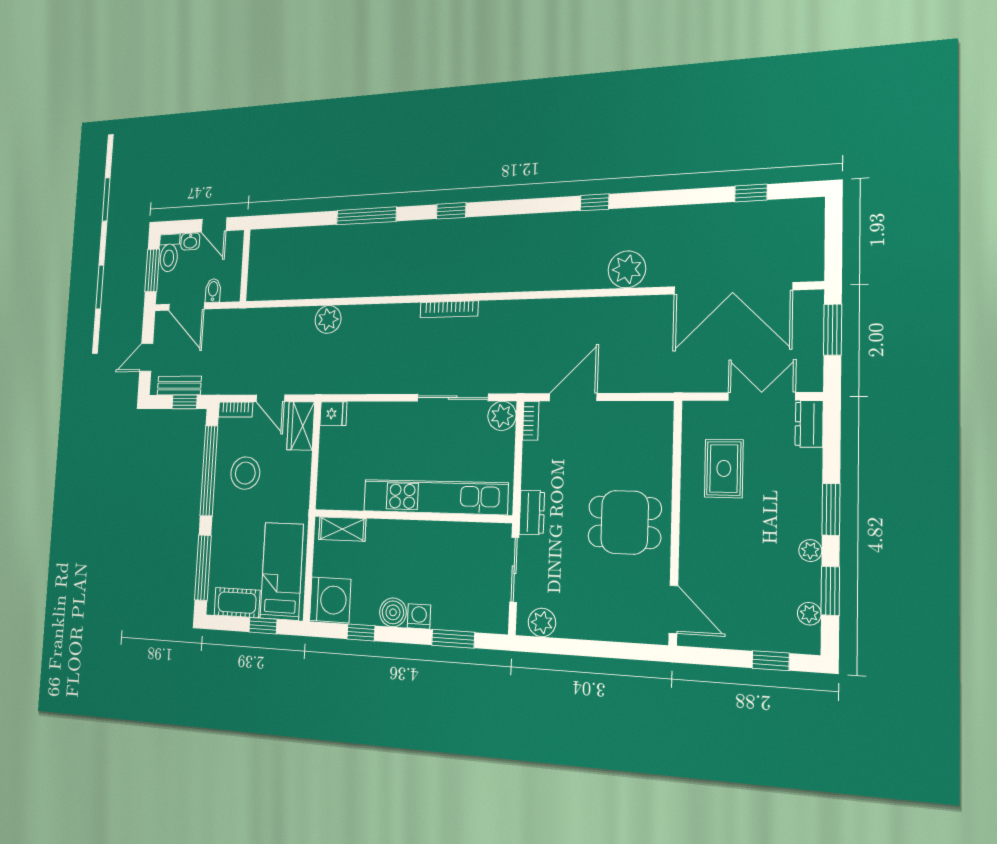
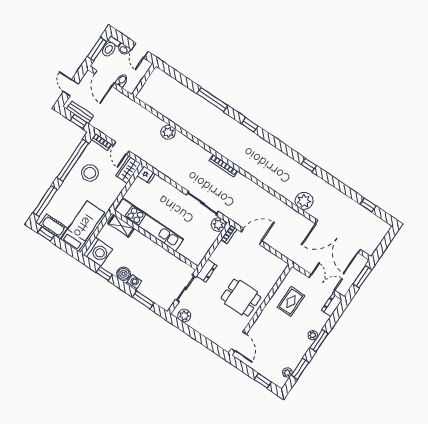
door: (146, 357) -> (71, 88), hinge flipped
kitchen unit: (435, 497) -> (149, 225), moved
plant: (810, 551) -> (313, 335), moved
window: (263, 626) -> (46, 234), moved

